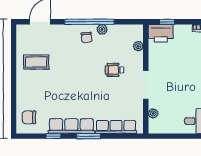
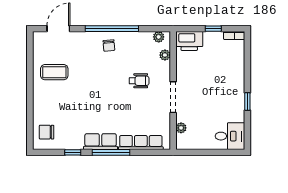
window: (167, 22) -> (213, 29), moved
plant: (102, 29) -> (159, 37), moved
wheelchair: (114, 70) -> (139, 81), turned 180
row of seats: (71, 126) -> (101, 142), width x0.68
window: (89, 136) -> (111, 152), width x1.44

